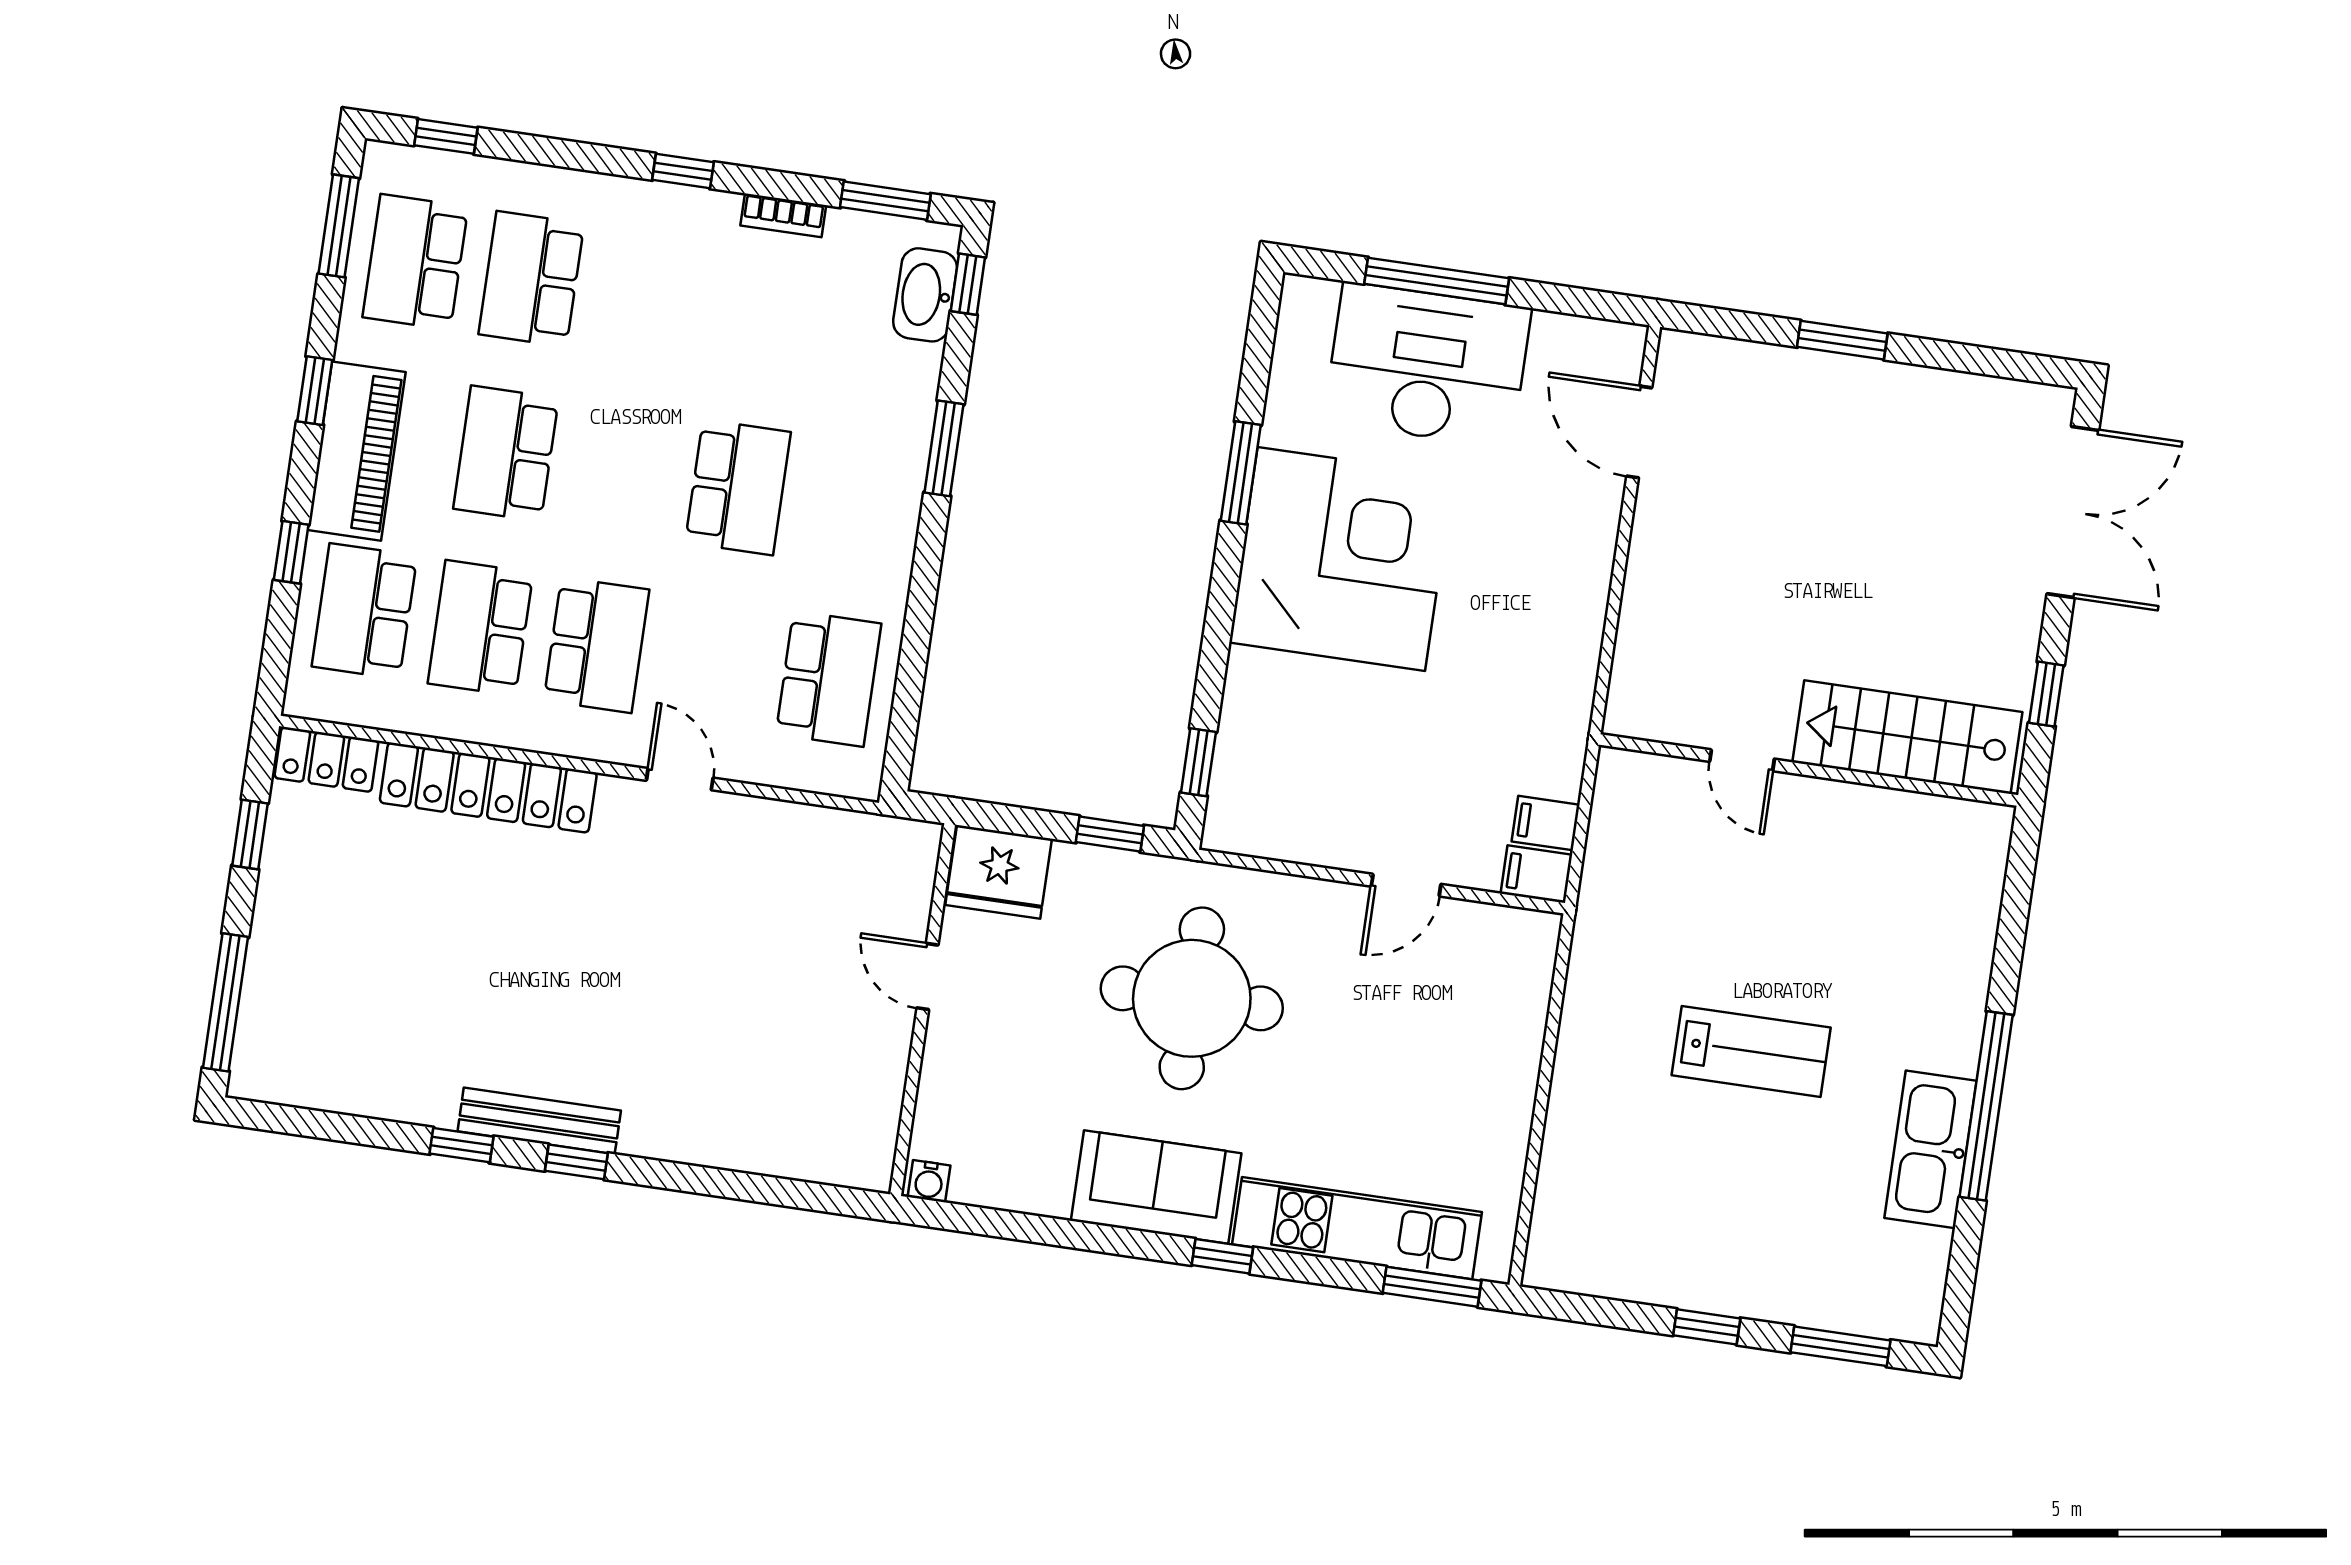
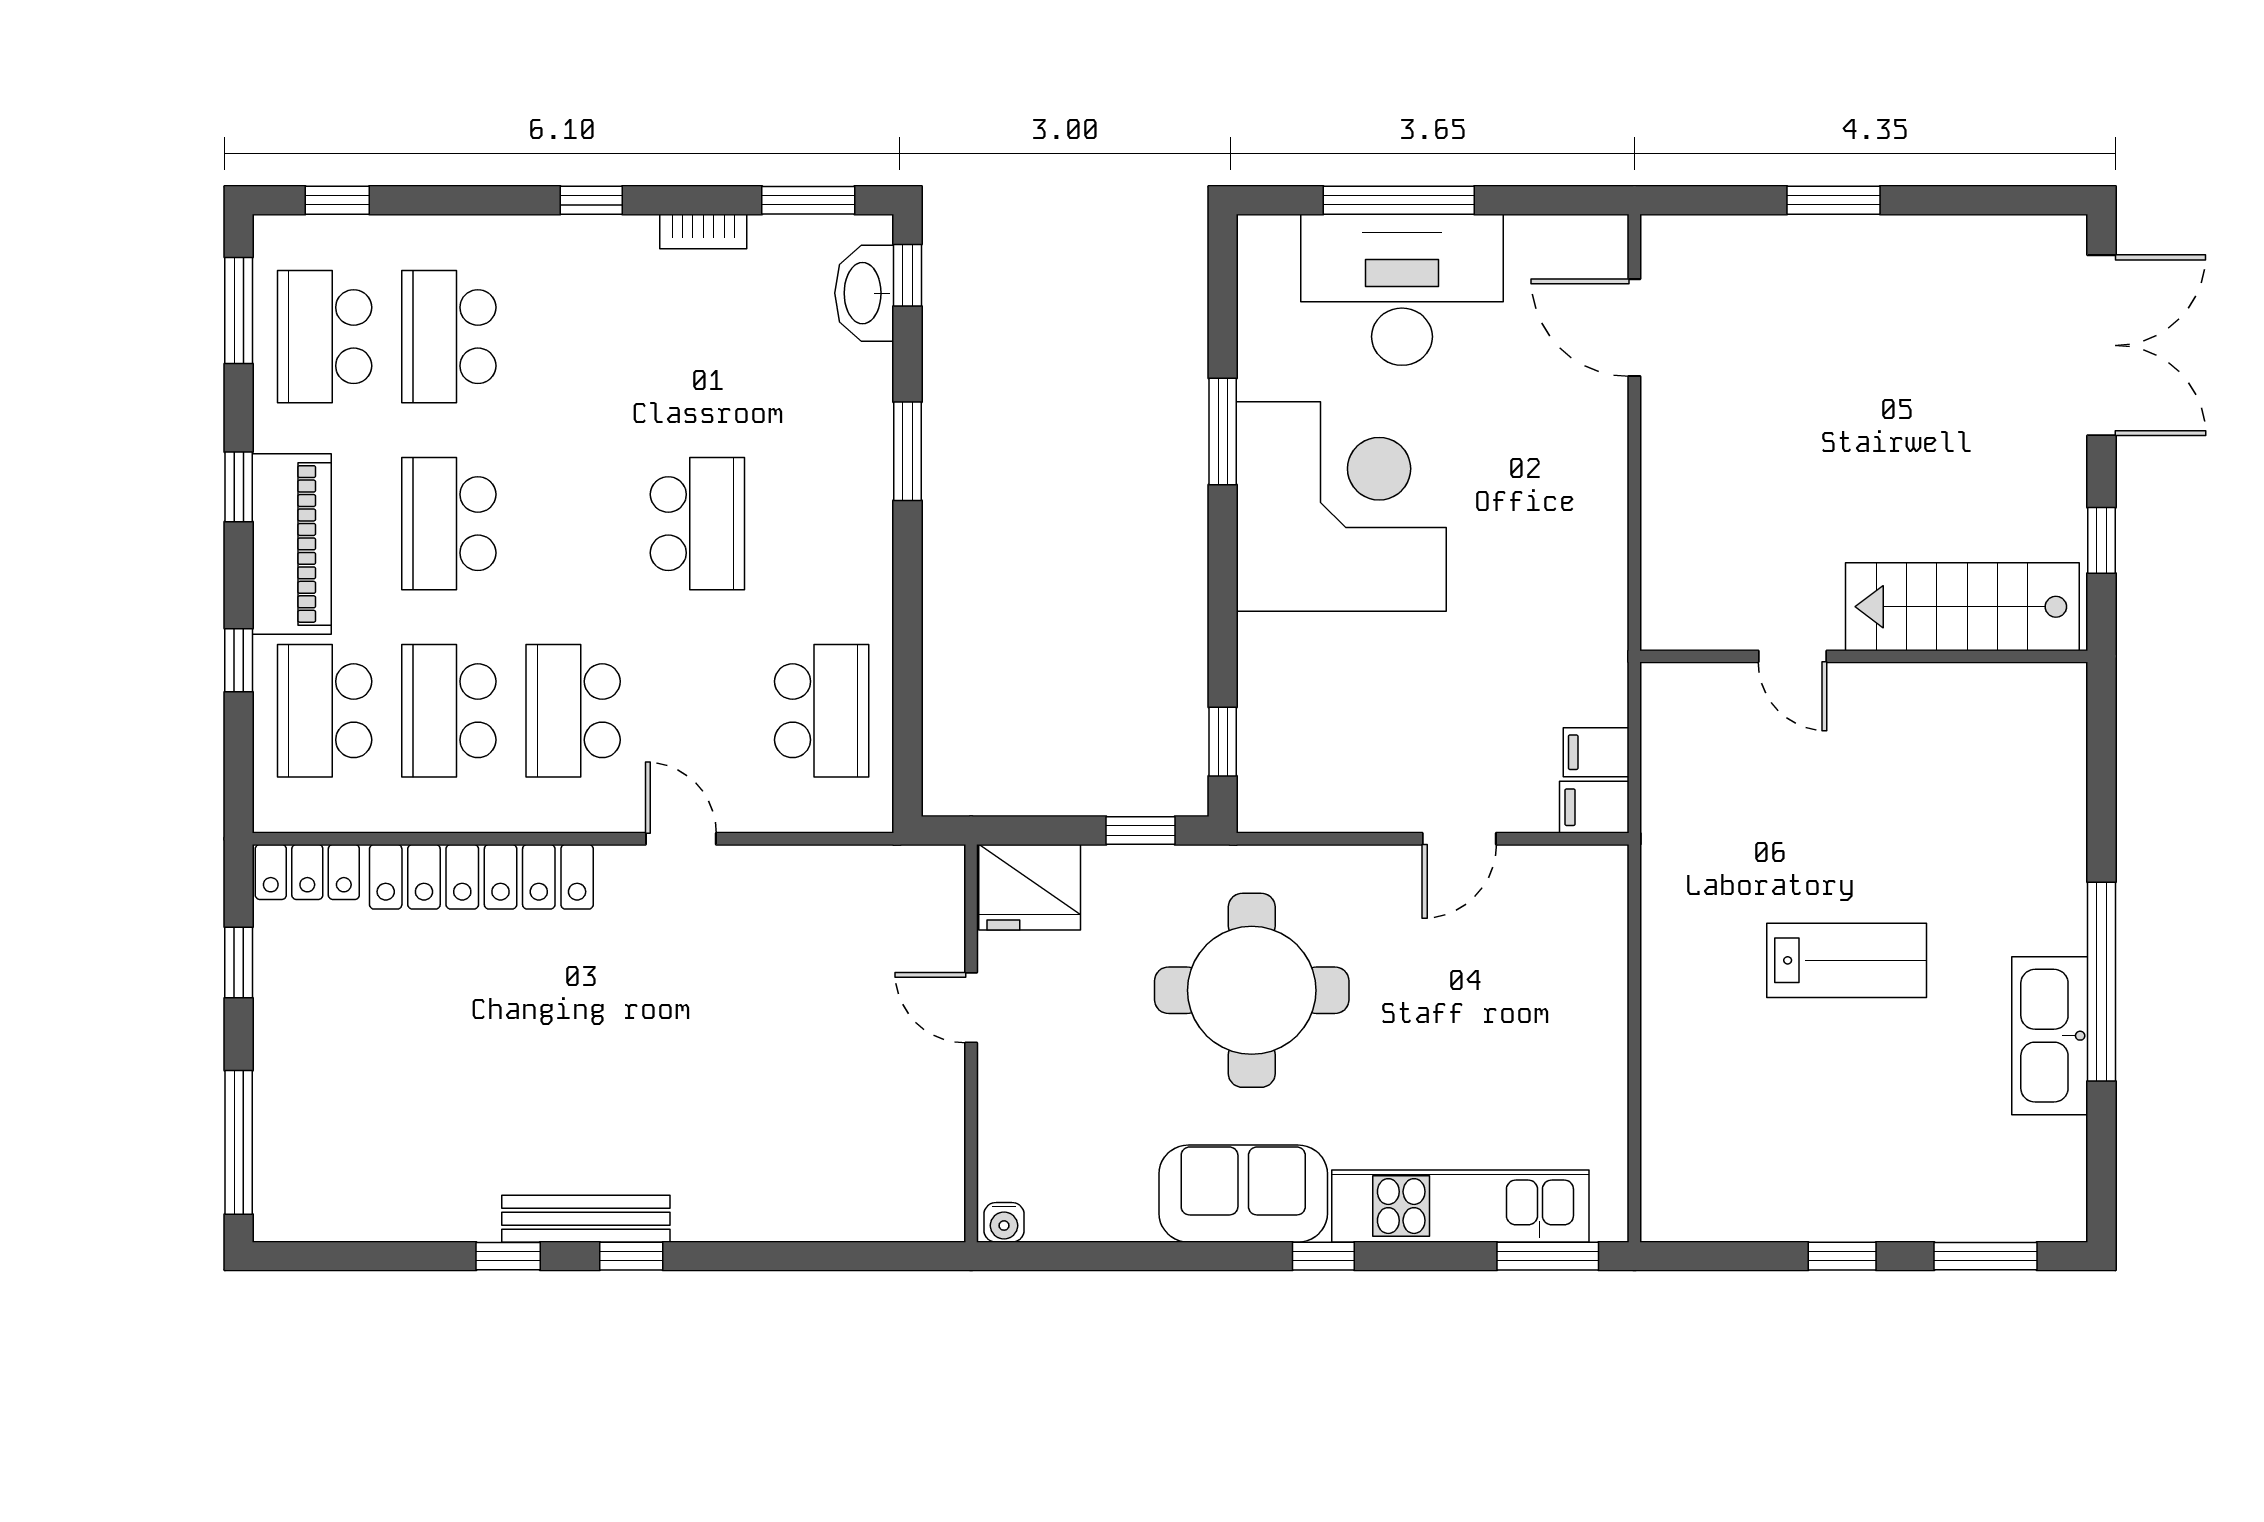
school desk: (596, 645) -> (573, 711), turned 180

